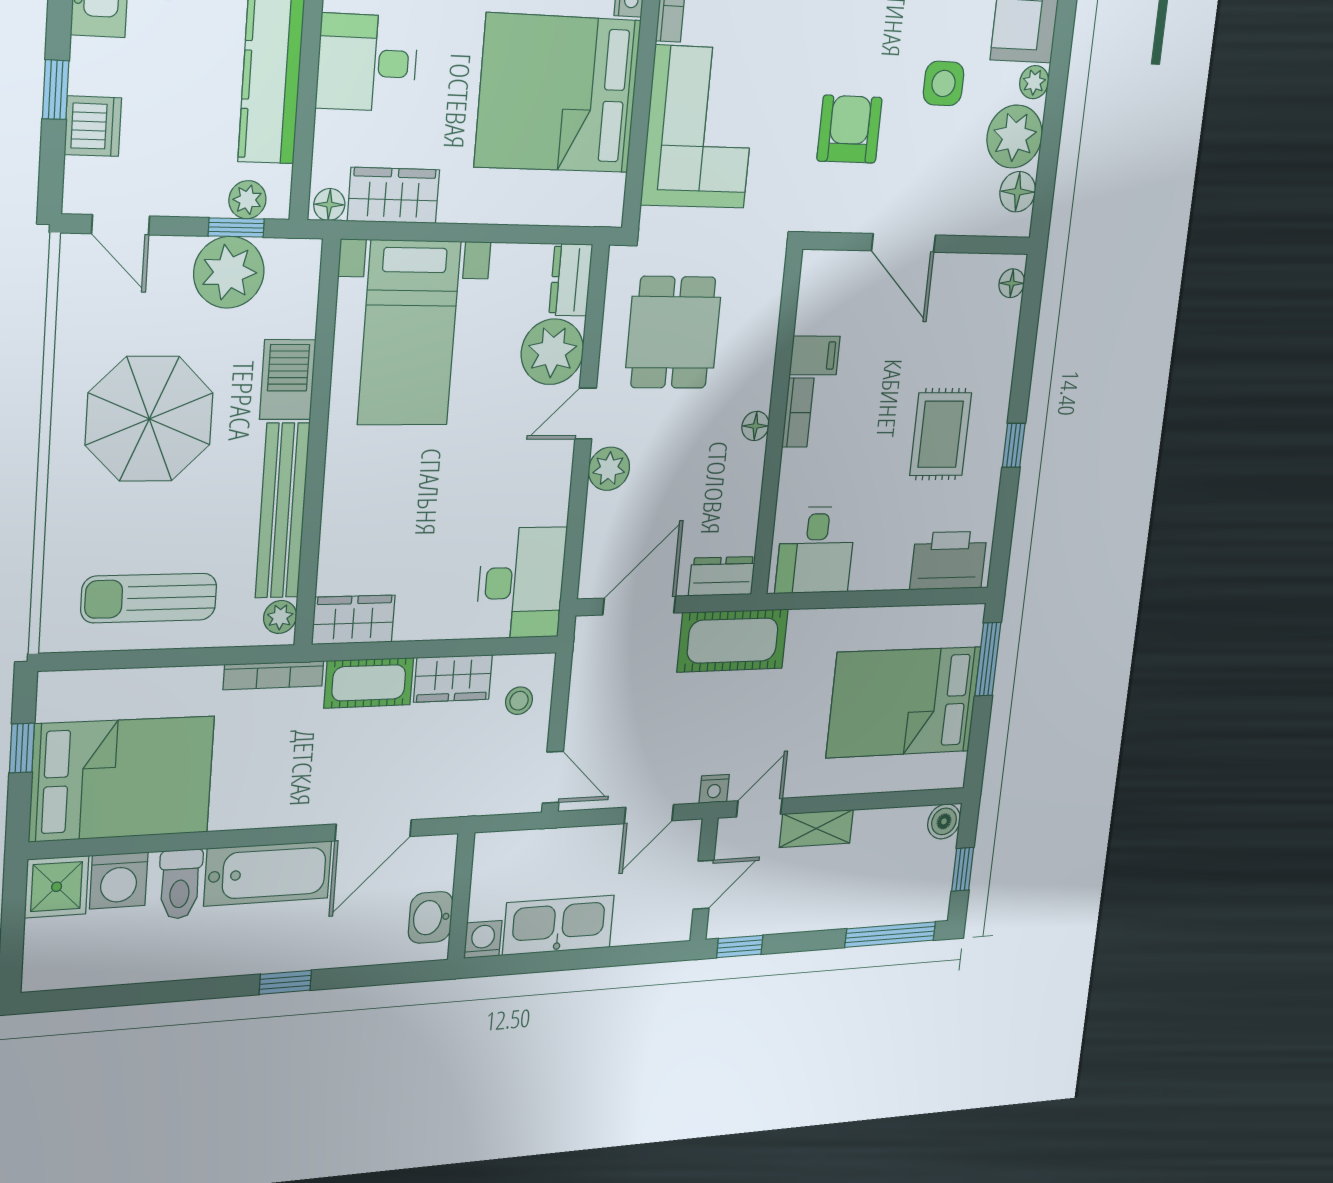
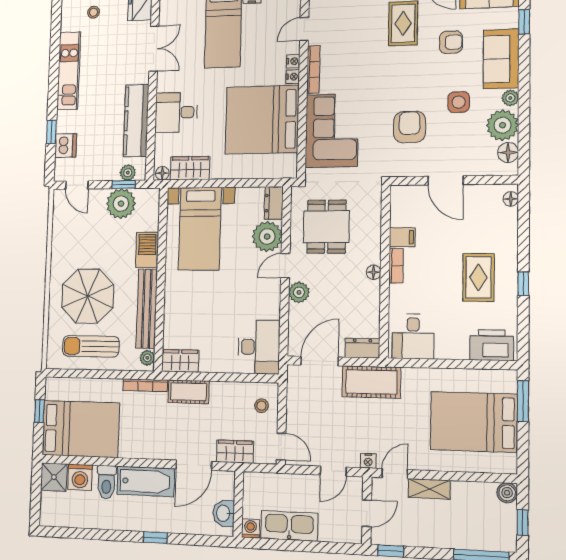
parasol: (149, 419) -> (88, 296), moved
wardrobe: (453, 678) -> (235, 452), moved, turned 180

